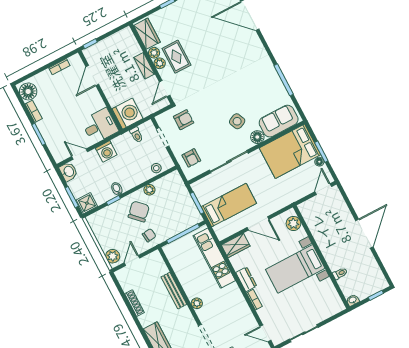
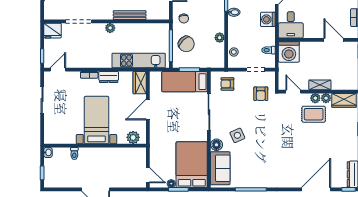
bed: (229, 205) -> (185, 82), moved, turned 90
chair: (139, 211) -> (186, 44), moved

